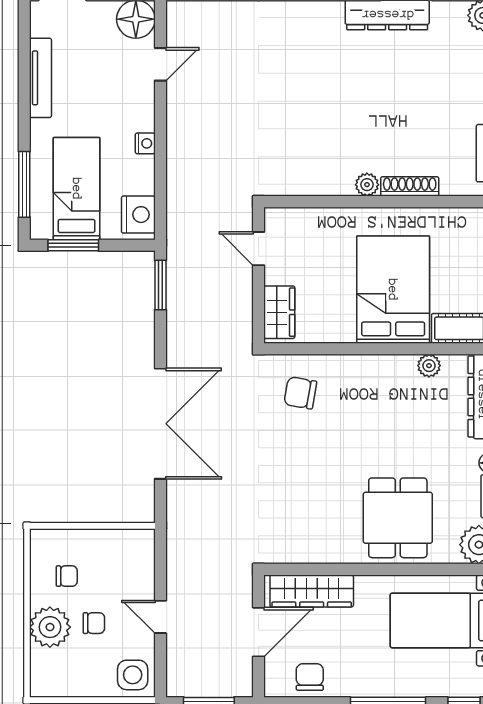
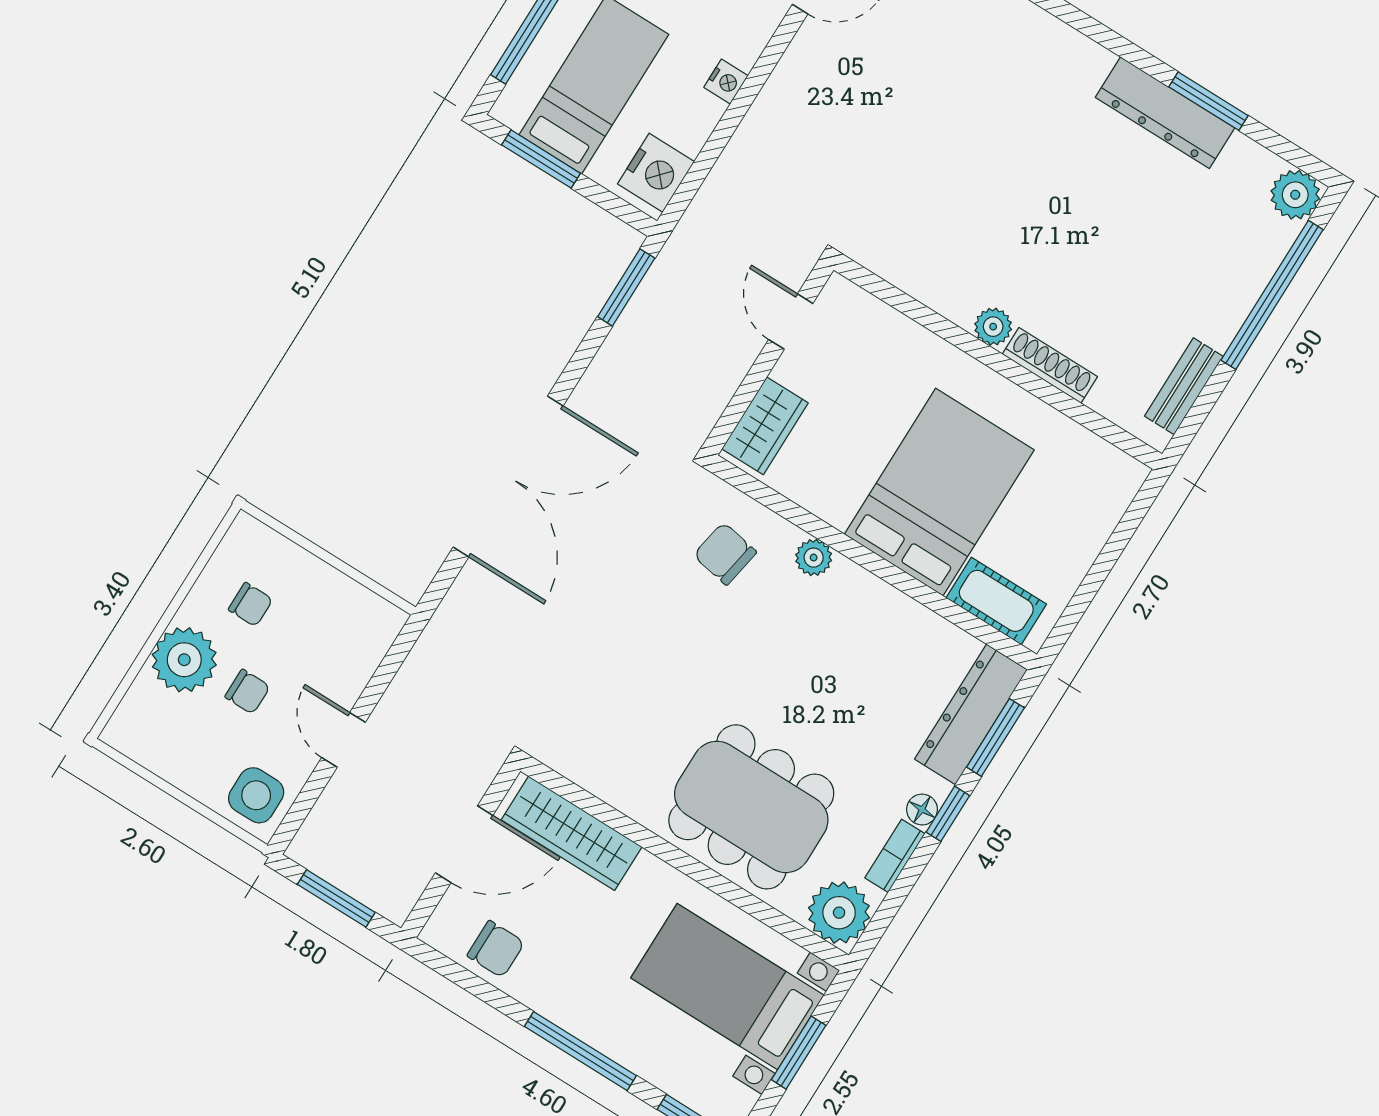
plant: (429, 366) -> (814, 558), moved
dining table: (398, 518) -> (751, 807), width x1.38
chair: (310, 677) -> (496, 949), turned 90

